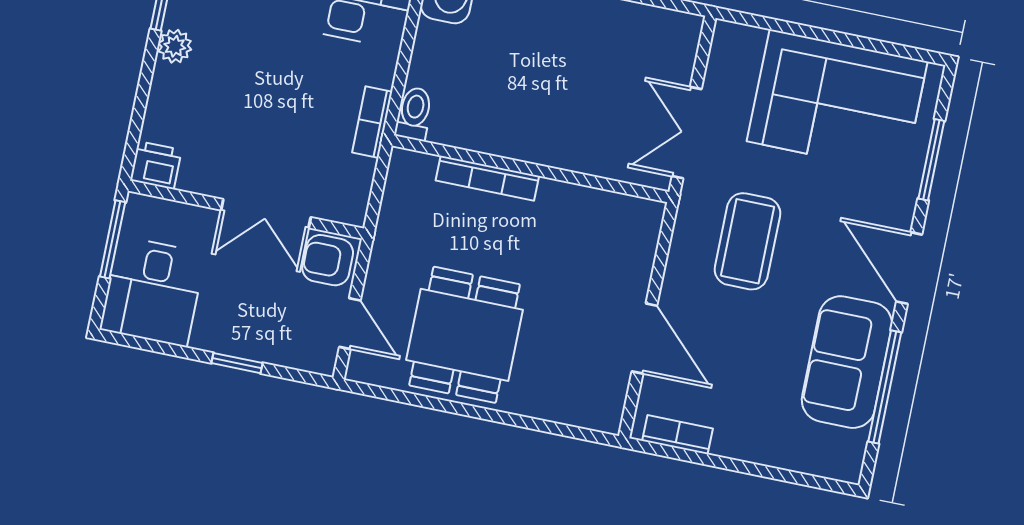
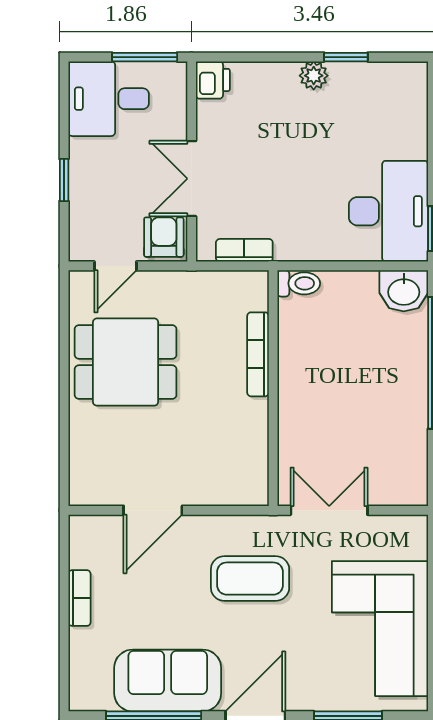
bookcase: (372, 122) -> (244, 250), moved
bookcase: (678, 435) -> (79, 598), moved

